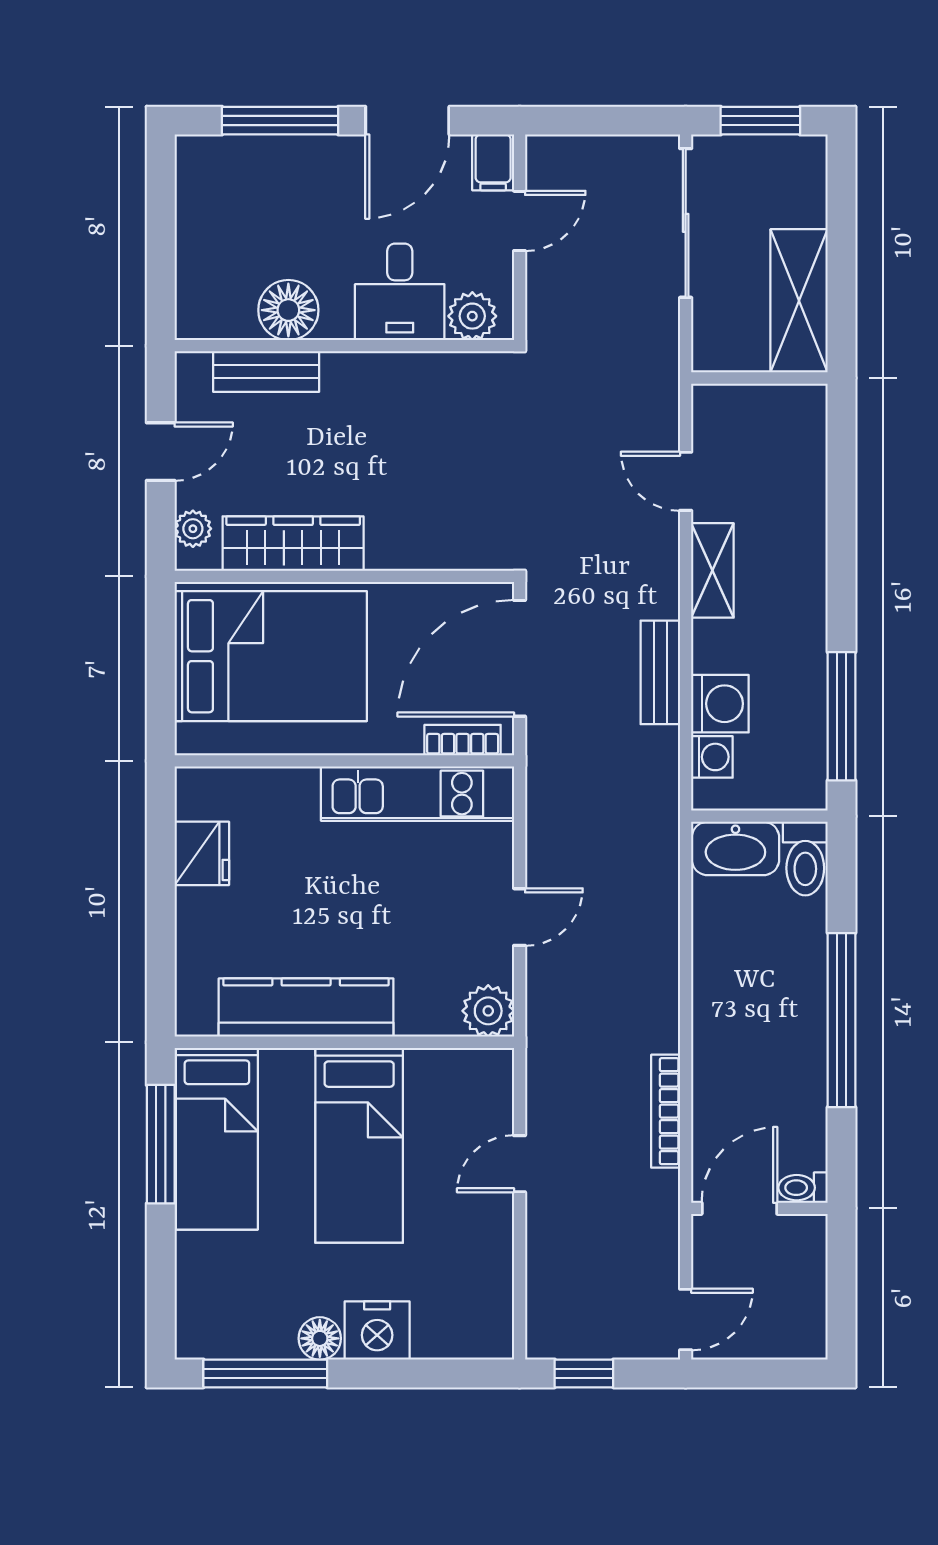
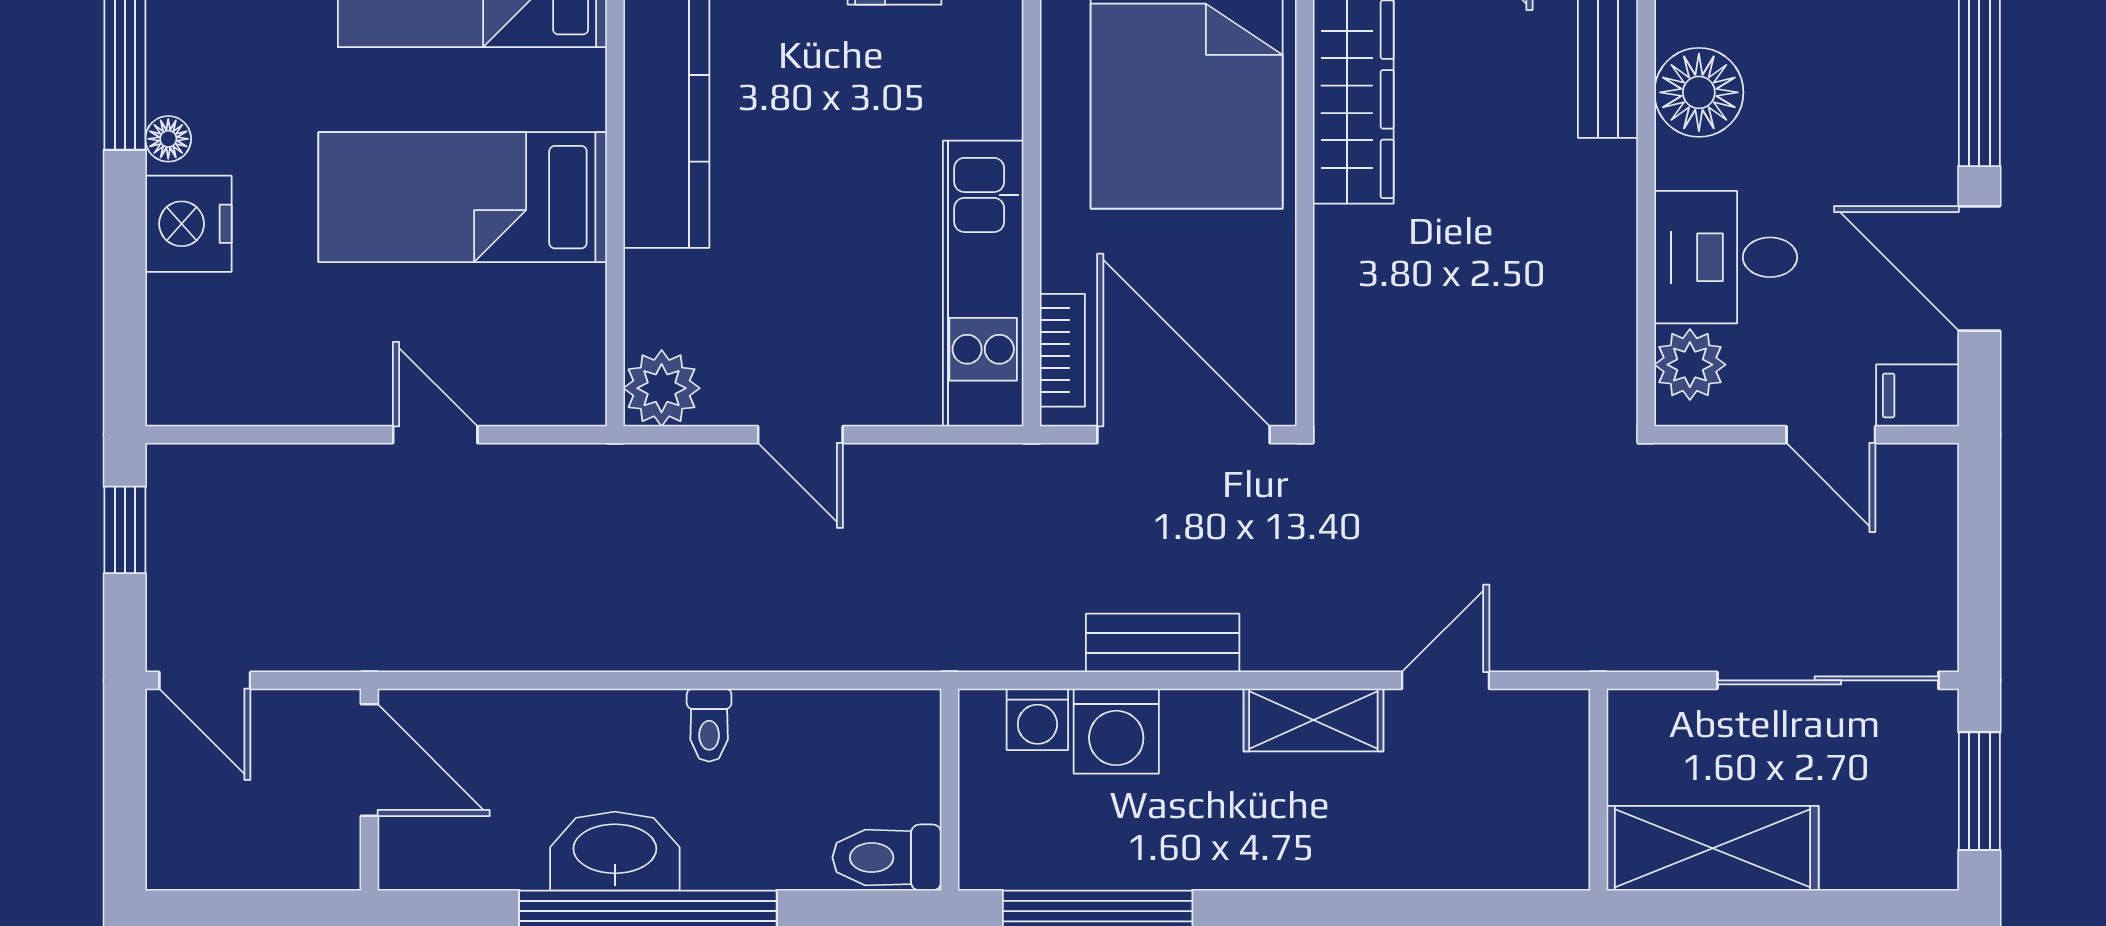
washbasin: (735, 848) -> (615, 851), moved, turned 90
bookcase: (666, 1111) -> (513, 651), removed
toilet: (803, 1188) -> (709, 725), moved, turned 180
floor lamp: (320, 1338) -> (168, 139), width x0.73, depth x0.73

